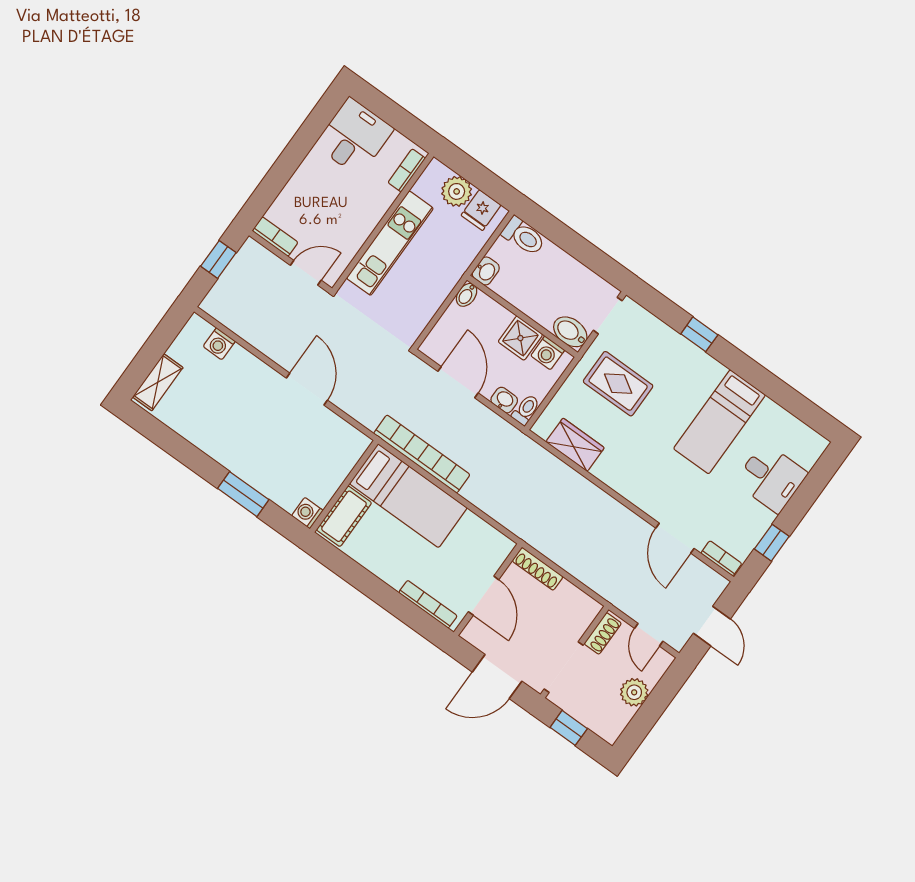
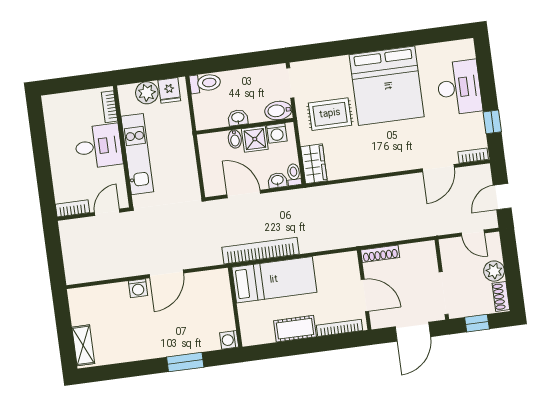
desk: (354, 137) -> (98, 146), moved, turned 90
window: (218, 259) -> (54, 249), removed
washbasin: (486, 271) -> (238, 118), moved, turned -90
bidet: (467, 295) -> (235, 139), moved
window: (699, 334) -> (349, 47), removed
washing machine: (219, 344) -> (138, 288), moved
door: (307, 389) -> (166, 274), swing flipped
bed: (719, 422) -> (387, 86), width x2.04
wardrobe: (575, 445) -> (314, 164), moved, turned 90
desk: (771, 478) -> (459, 87), width x1.37
cot: (344, 516) -> (295, 329), moved, turned 90
door: (675, 538) -> (438, 168), hinge flipped
door: (712, 626) -> (502, 197), swing flipped
shoe rack: (603, 633) -> (501, 296), moved, turned 180

